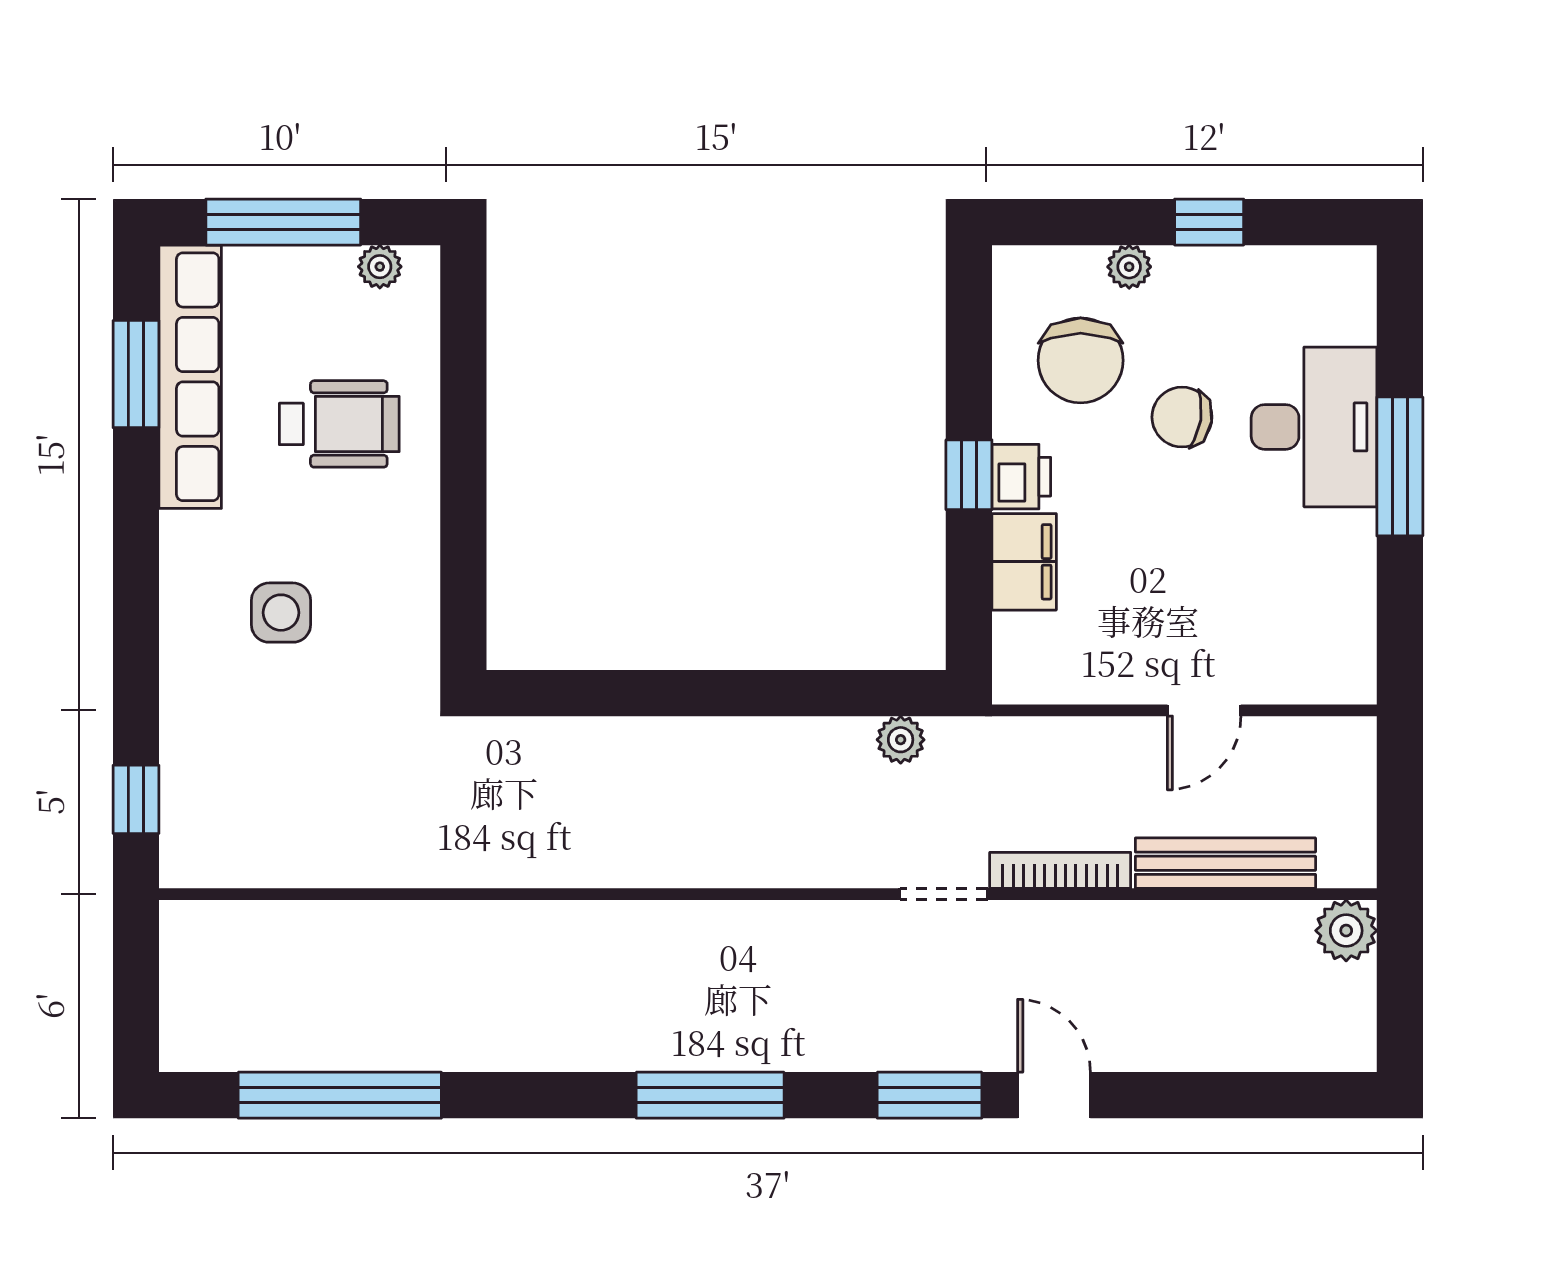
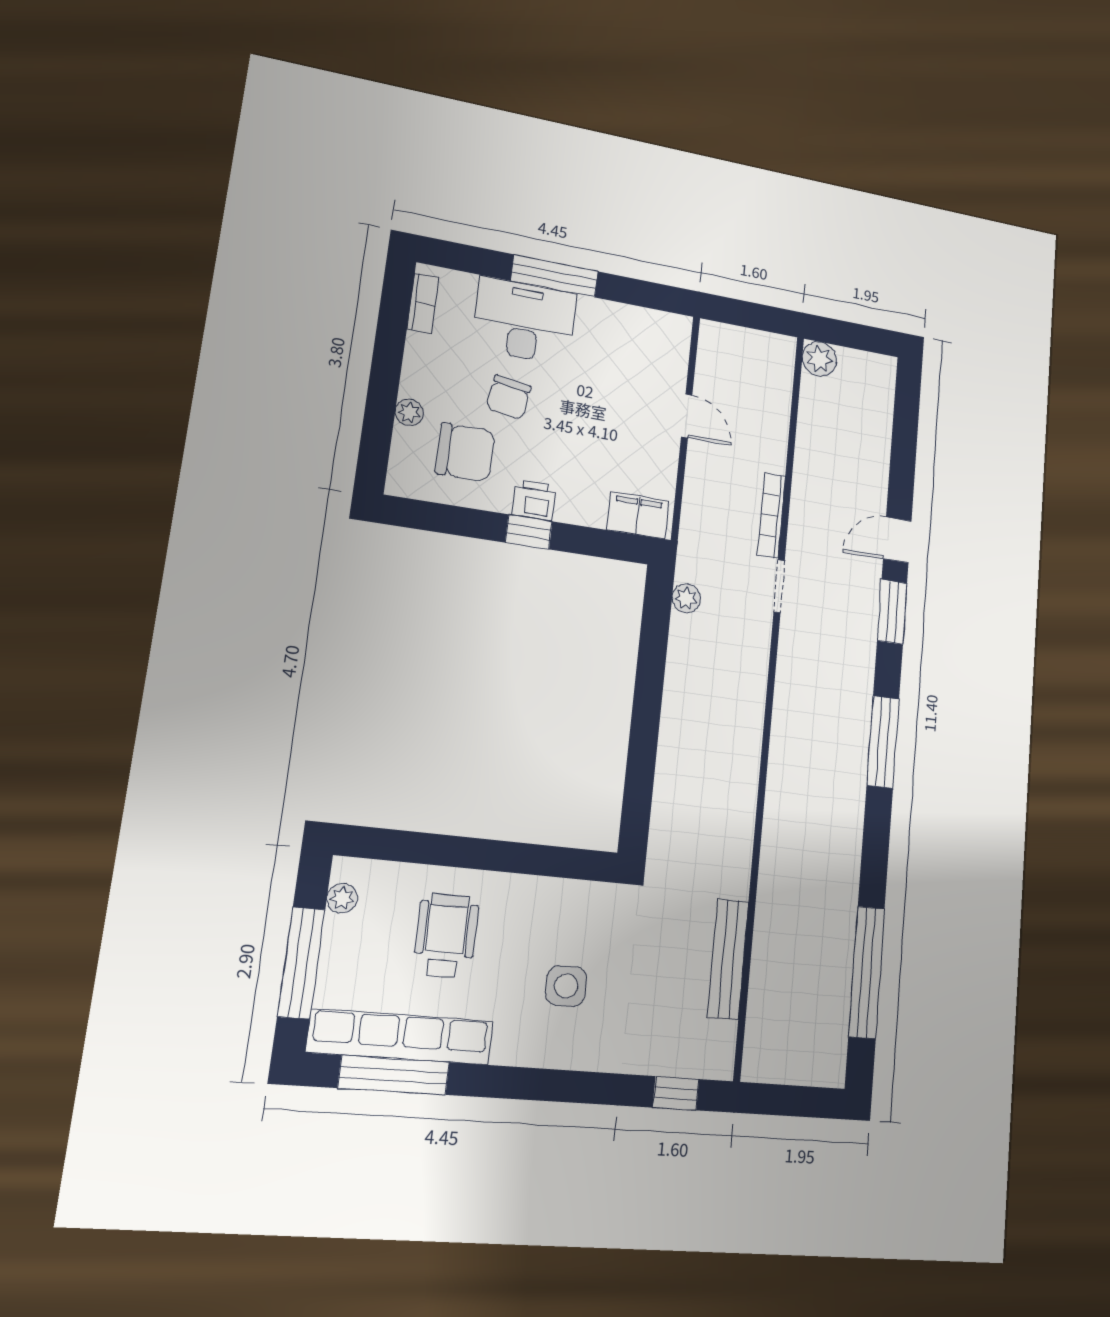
window: (1209, 222) -> (387, 359), removed
bookcase: (1311, 264) -> (423, 303), added
window: (136, 374) -> (394, 1075), width x1.44
filing cabinet: (1024, 562) -> (638, 515), moved
bench: (1225, 863) -> (728, 959), moved

